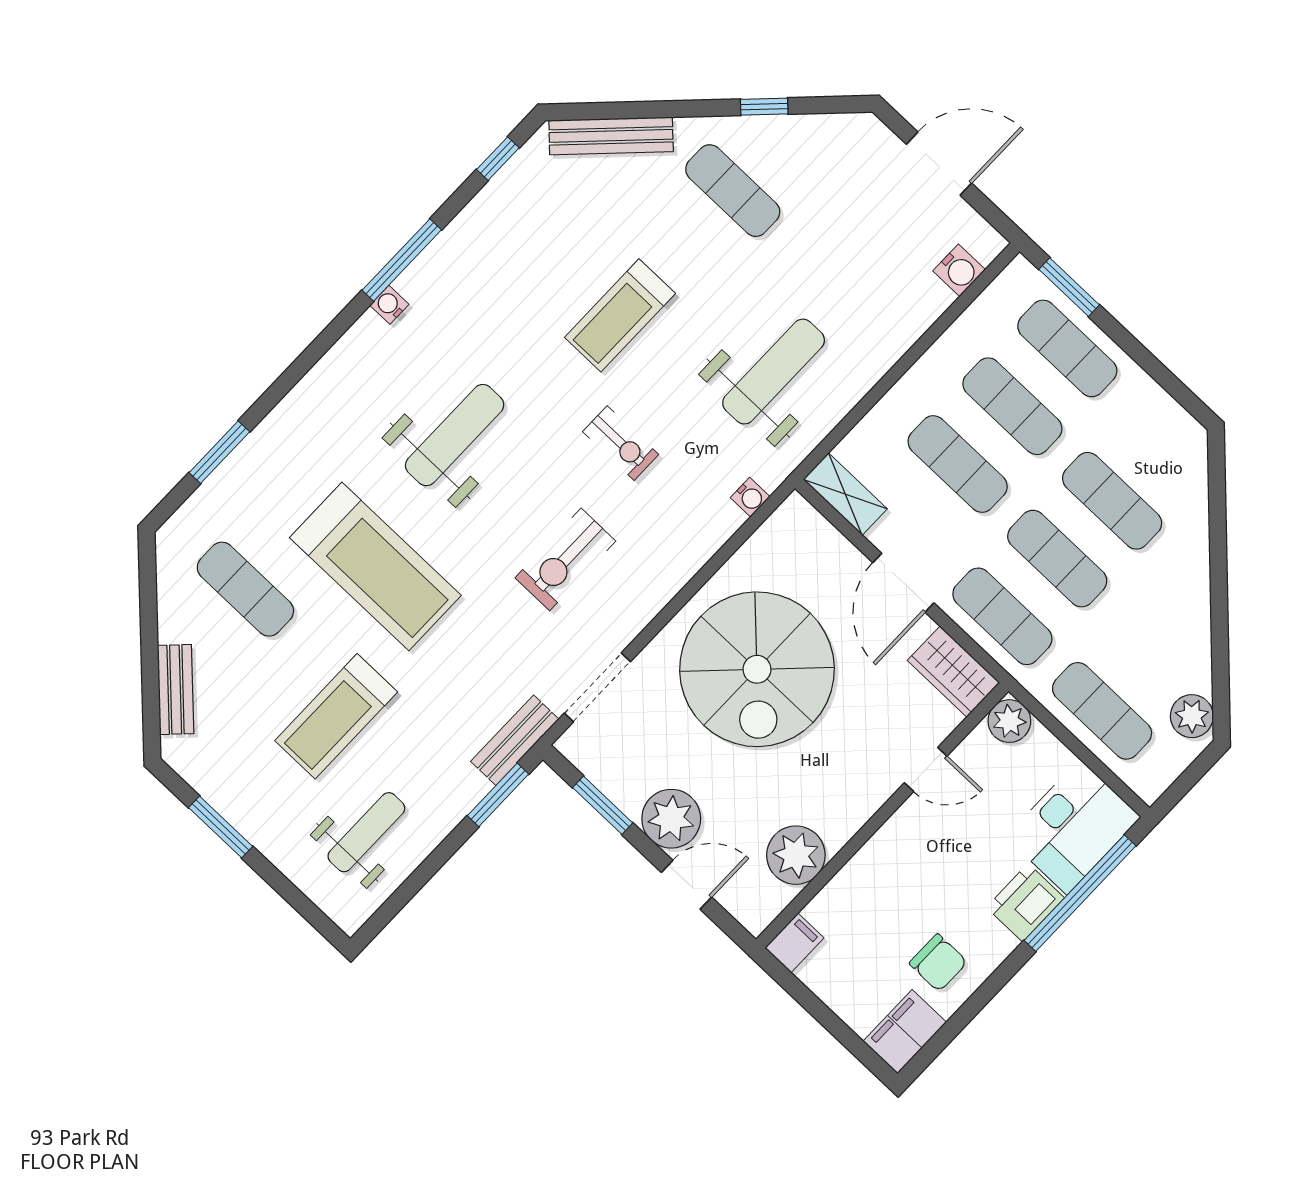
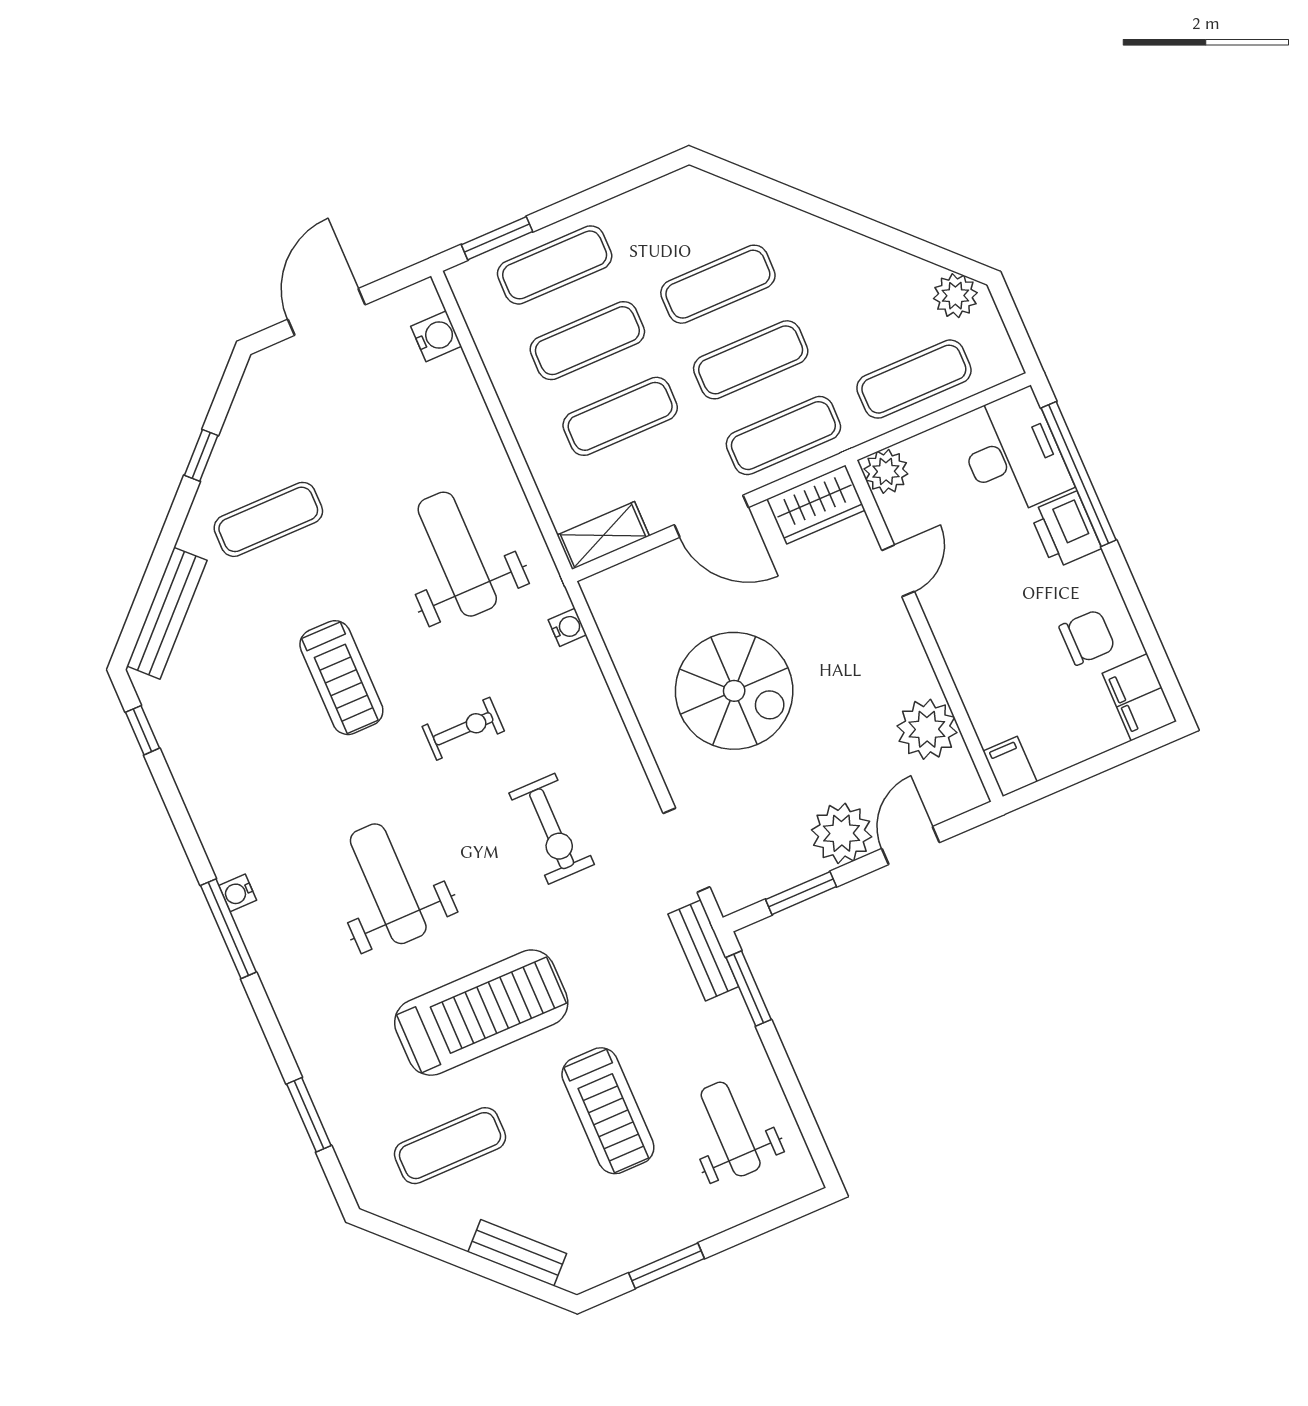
window: (402, 260) -> (228, 929), moved
spiral stairs: (757, 669) -> (734, 691), width x0.73, depth x0.73

